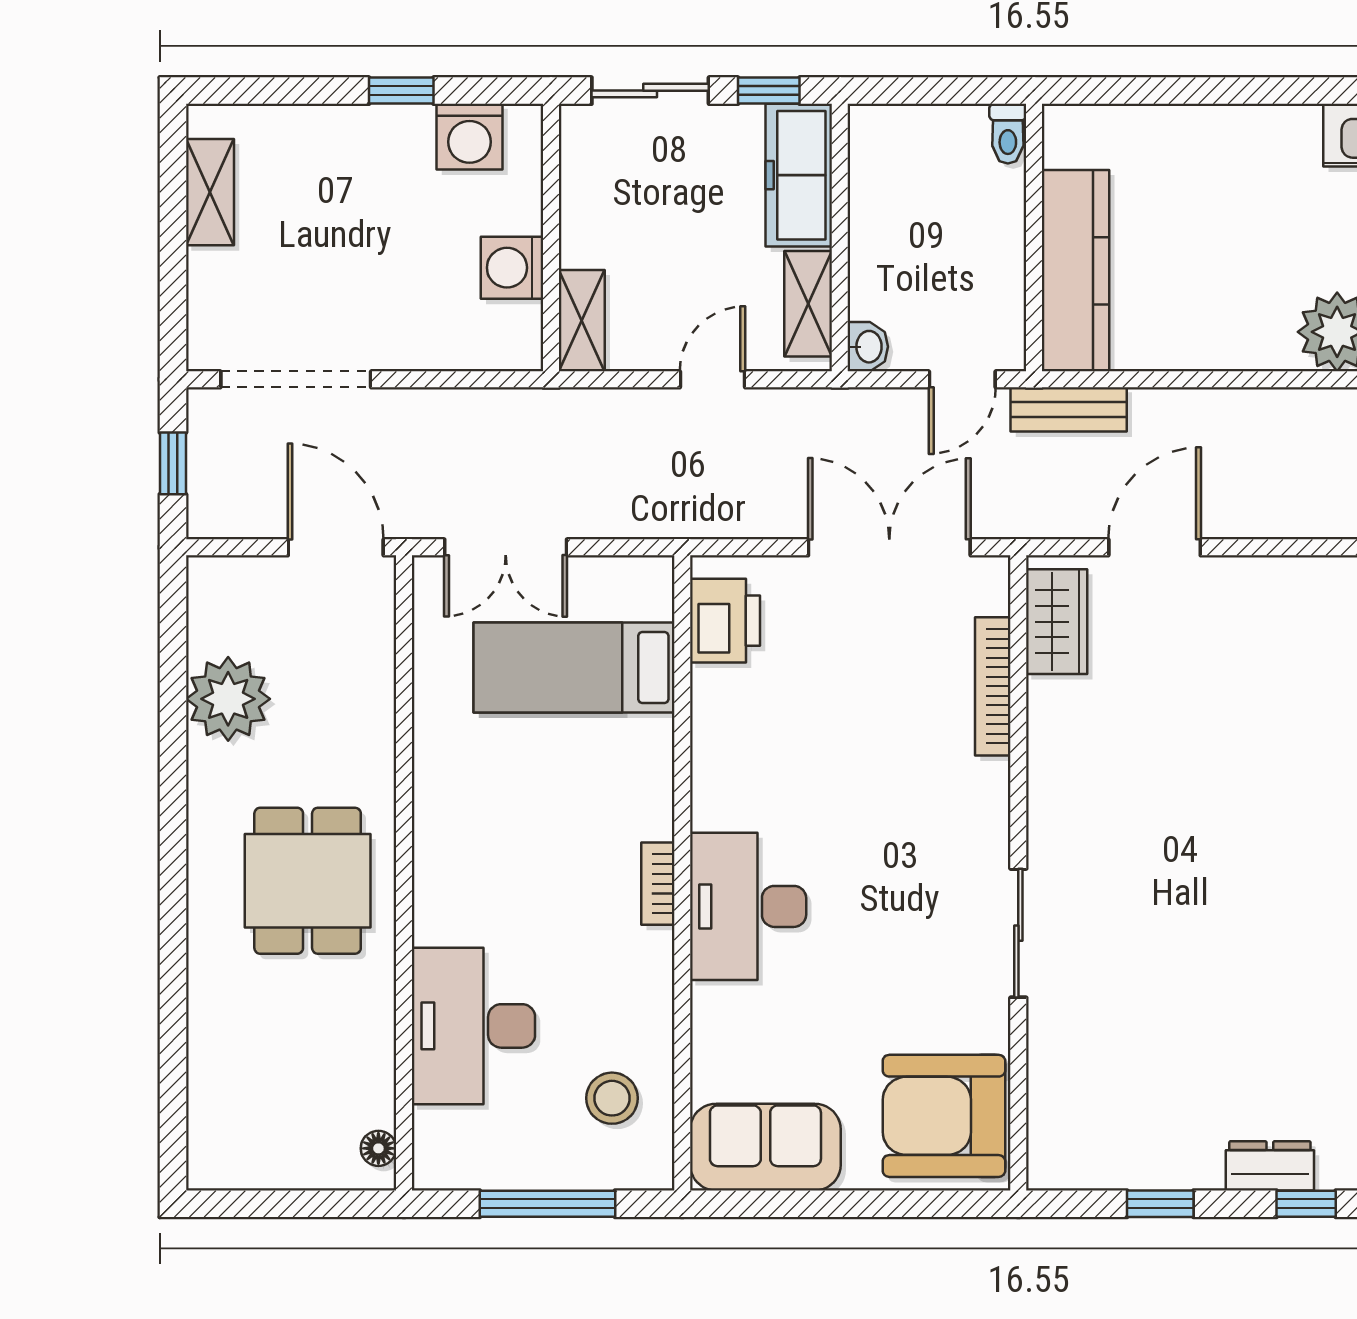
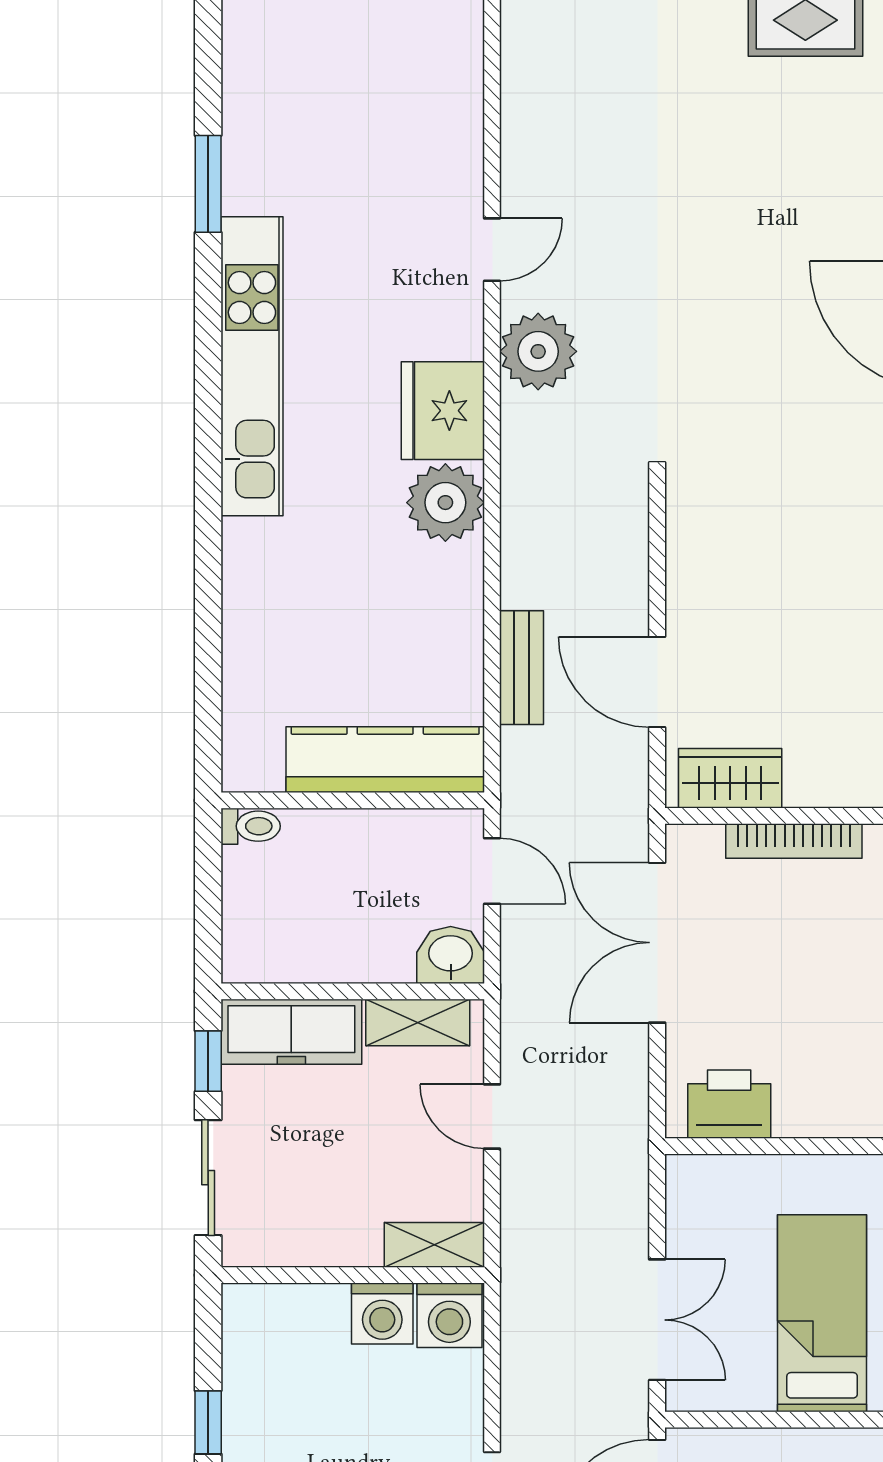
washing machine: (469, 137) -> (449, 1315), moved, turned 90
washbasin: (868, 347) -> (451, 955), width x1.38, depth x1.45
bench: (1069, 409) -> (522, 668), moved
bed: (574, 667) -> (822, 1313), moved, turned 180

